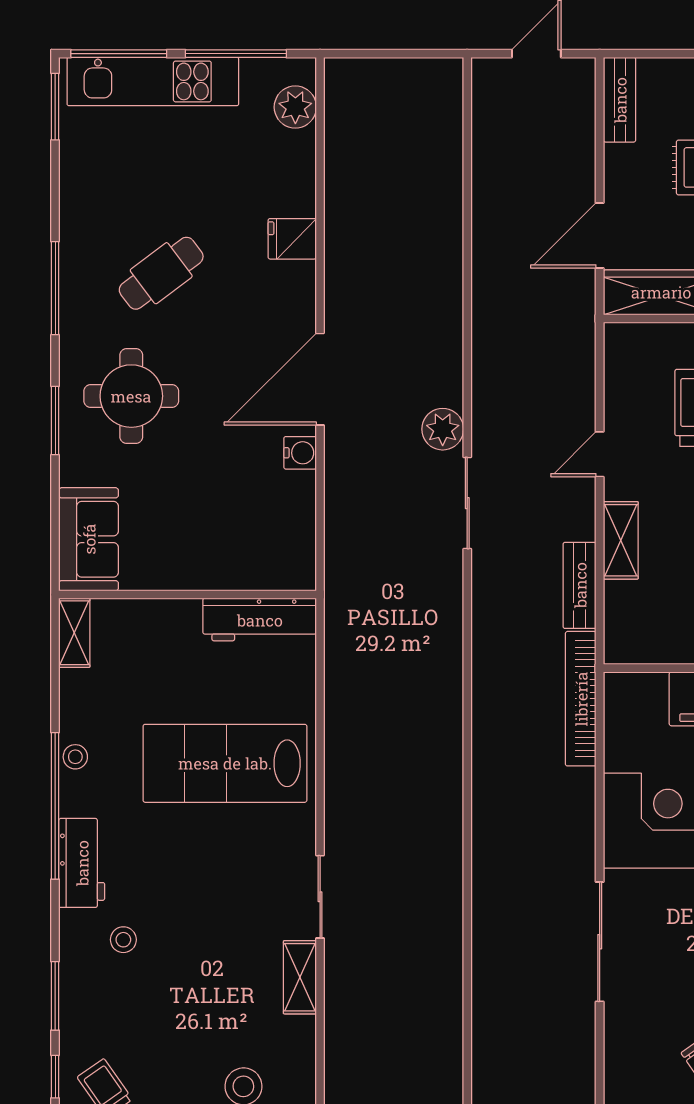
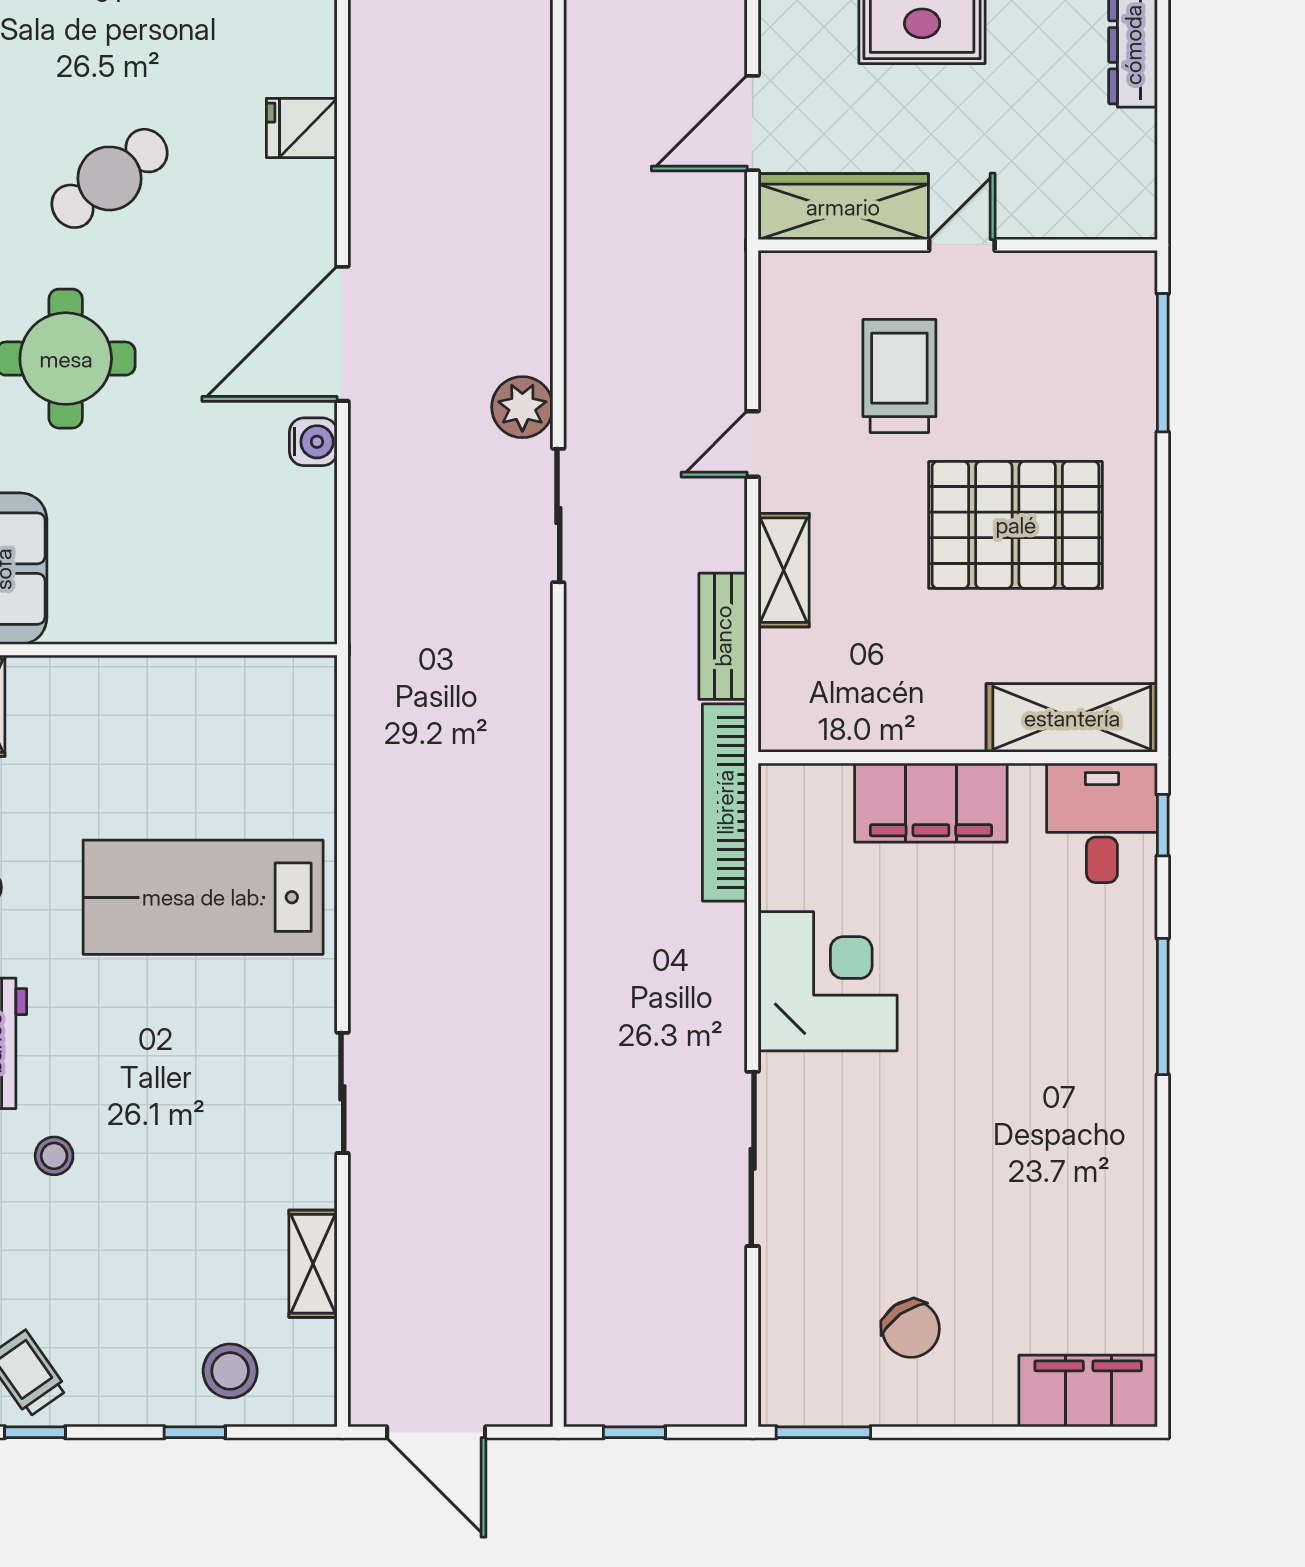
workbench: (260, 620) -> (254, 686), removed
shelving: (300, 977) -> (313, 1264), moved

